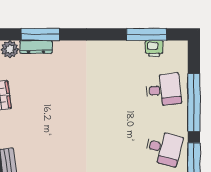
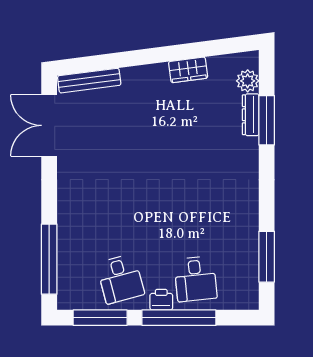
printer: (154, 48) -> (161, 300), moved, turned 90
desk: (164, 148) -> (120, 279), turned -30

